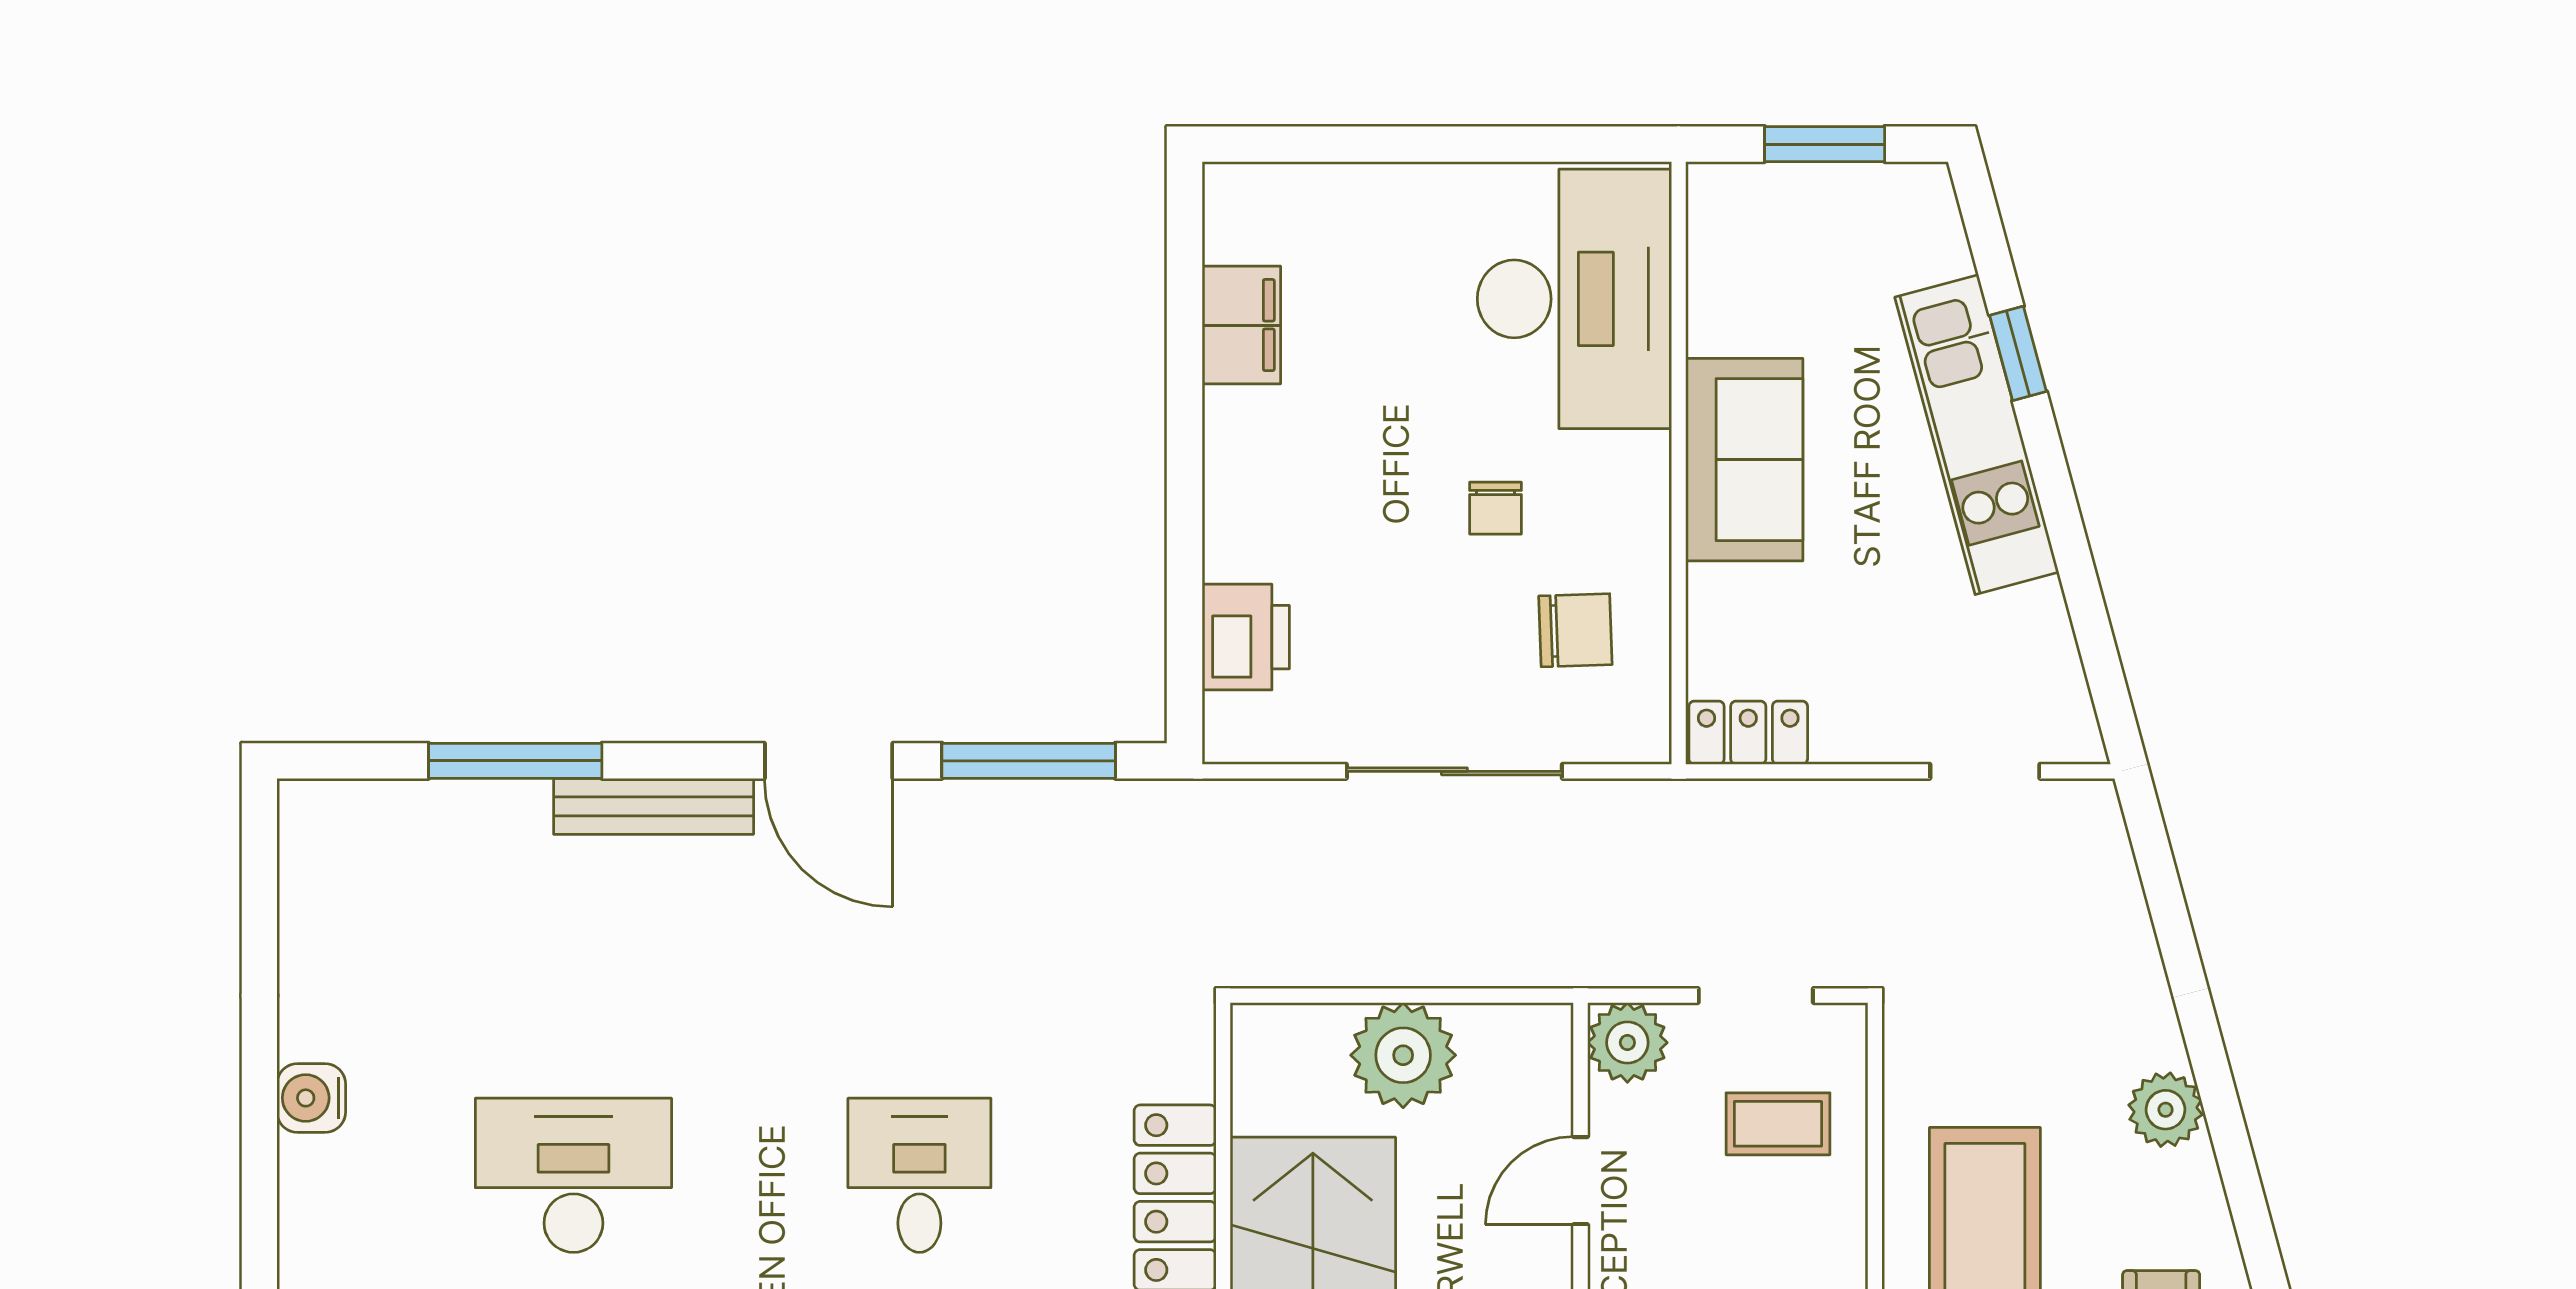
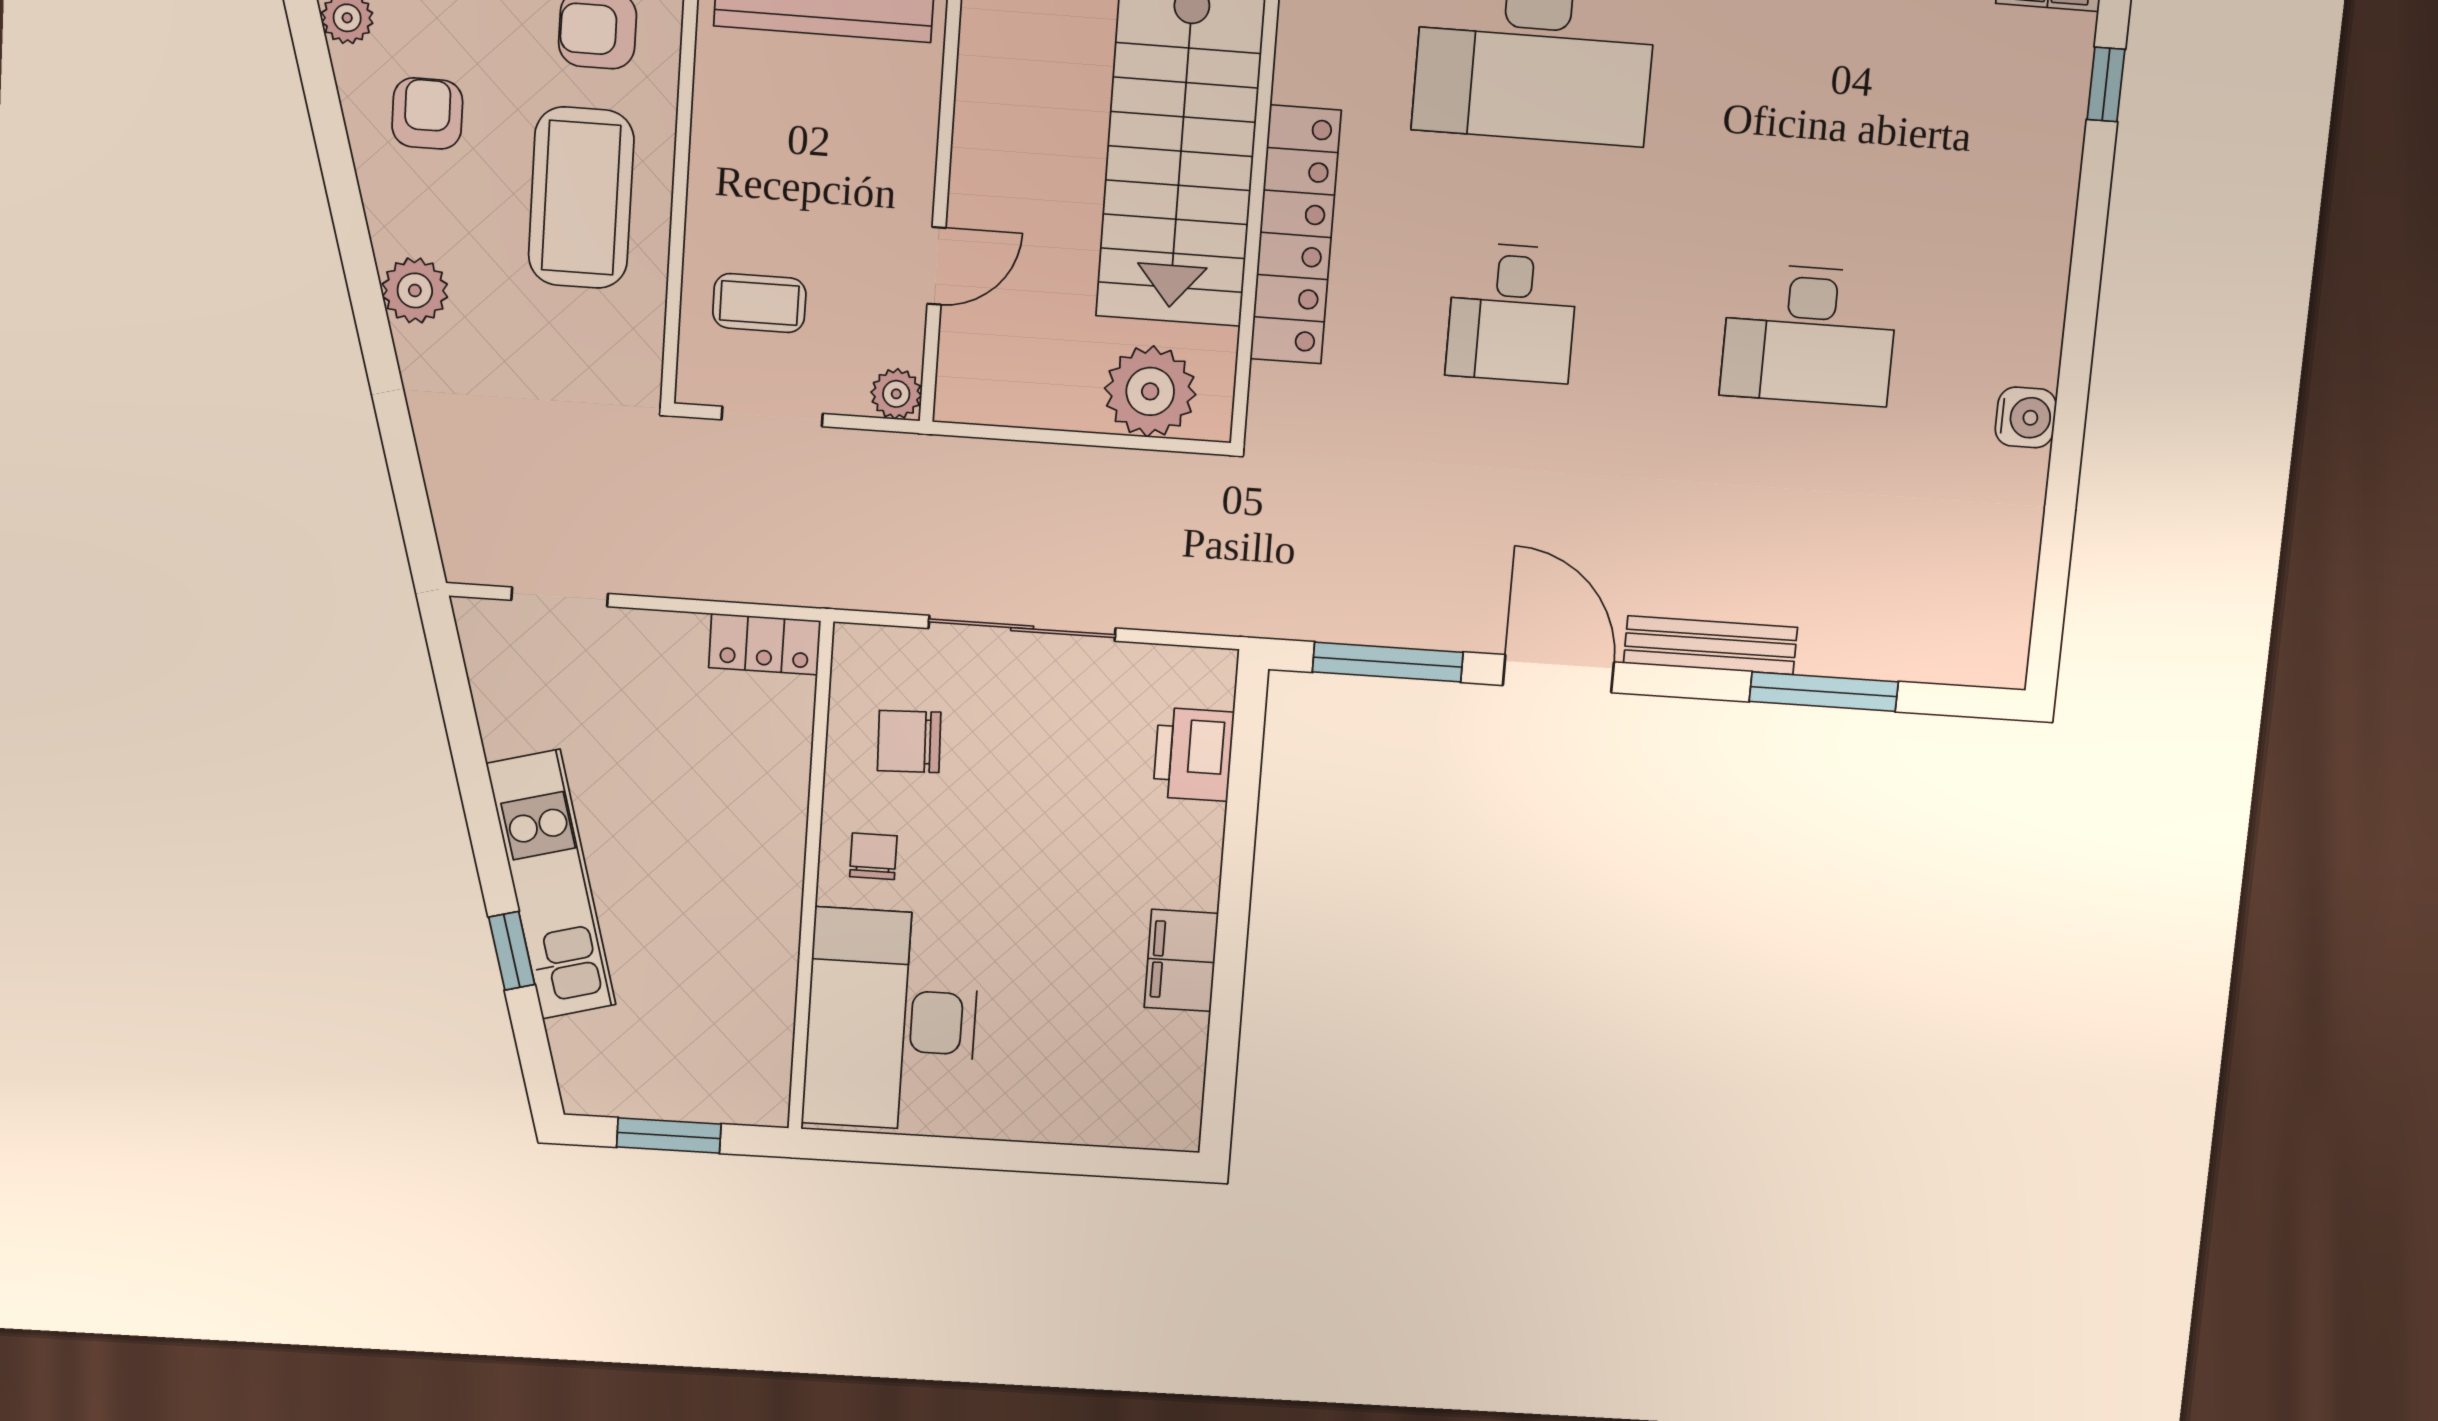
filing cabinet: (1241, 325) -> (1181, 960), moved
sofa: (1744, 460) -> (754, 876), removed
chair: (1496, 508) -> (873, 856), moved
plant: (1627, 1043) -> (896, 394), width x0.73, depth x0.73
plant: (1403, 1055) -> (1150, 391), moved

